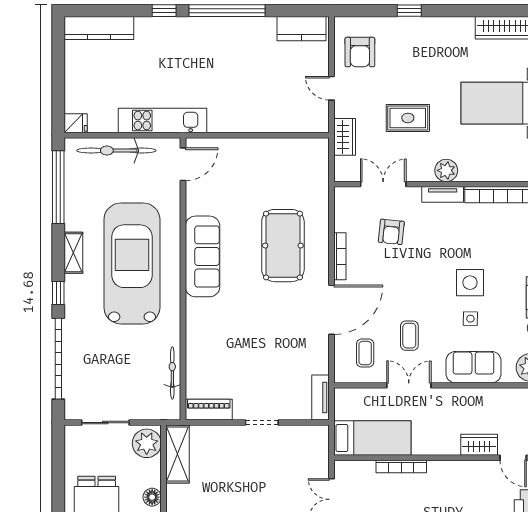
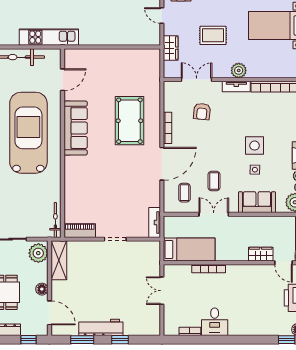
door: (183, 164) -> (63, 80), moved
bicycle: (172, 373) -> (55, 220), moved

